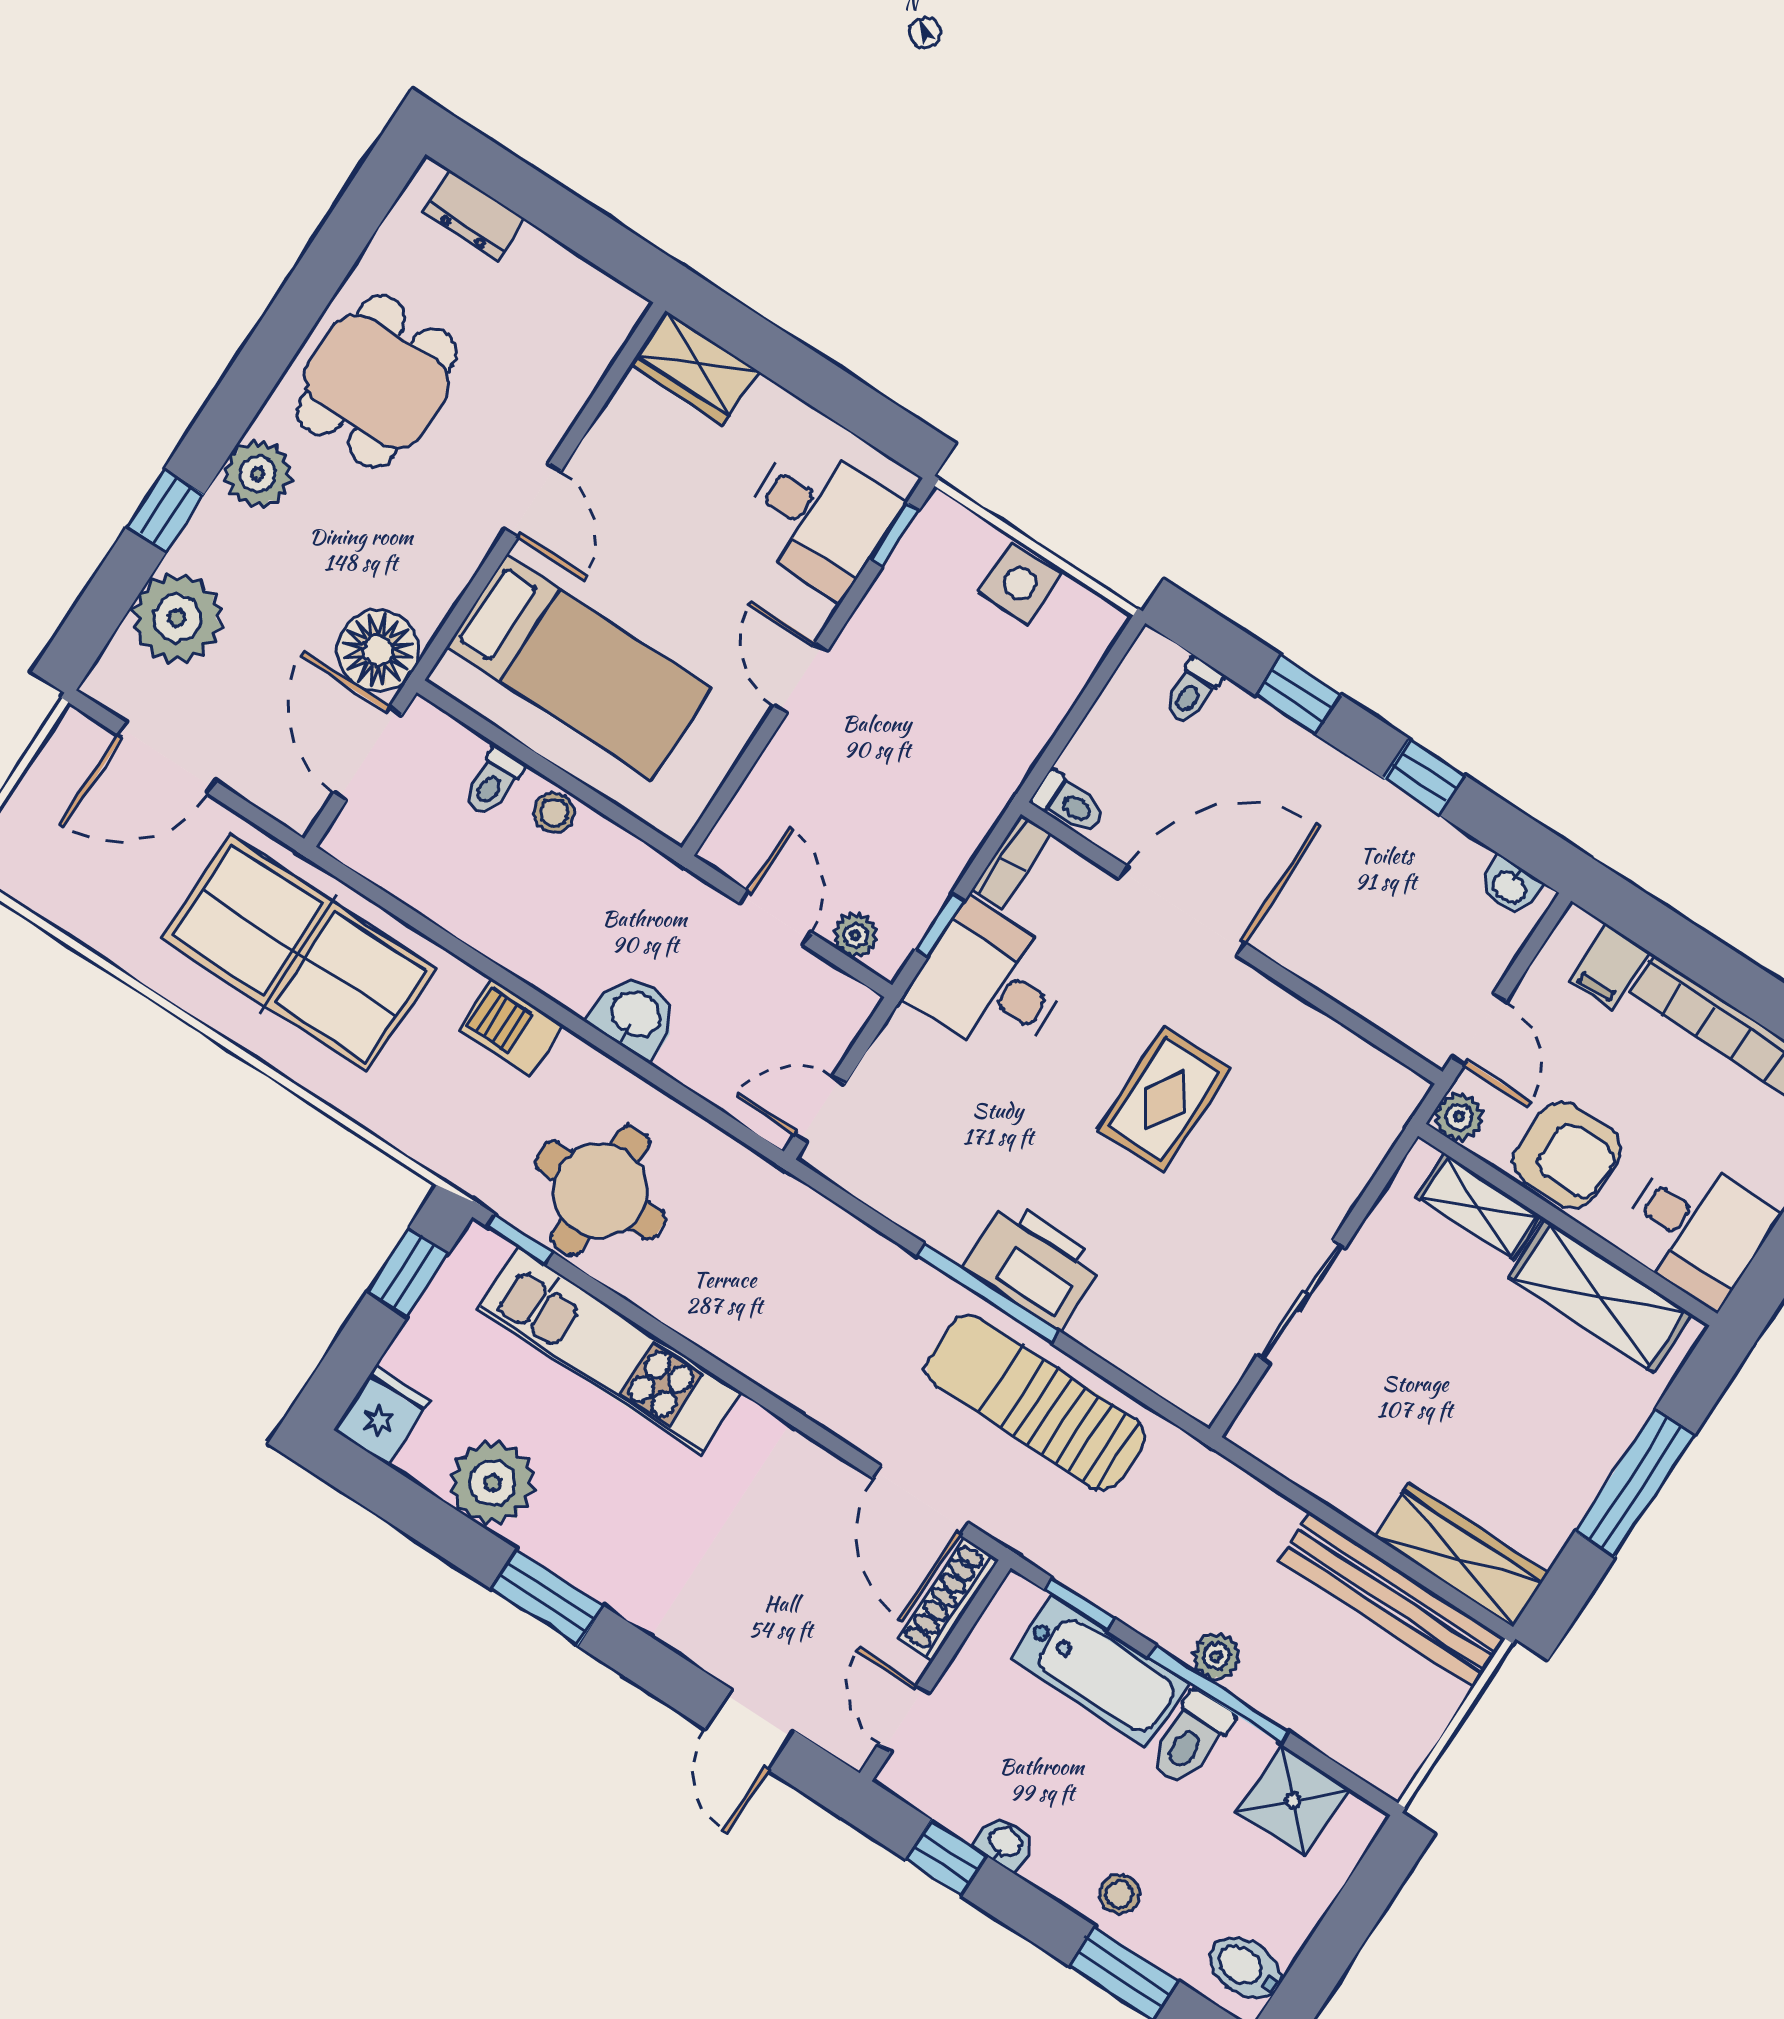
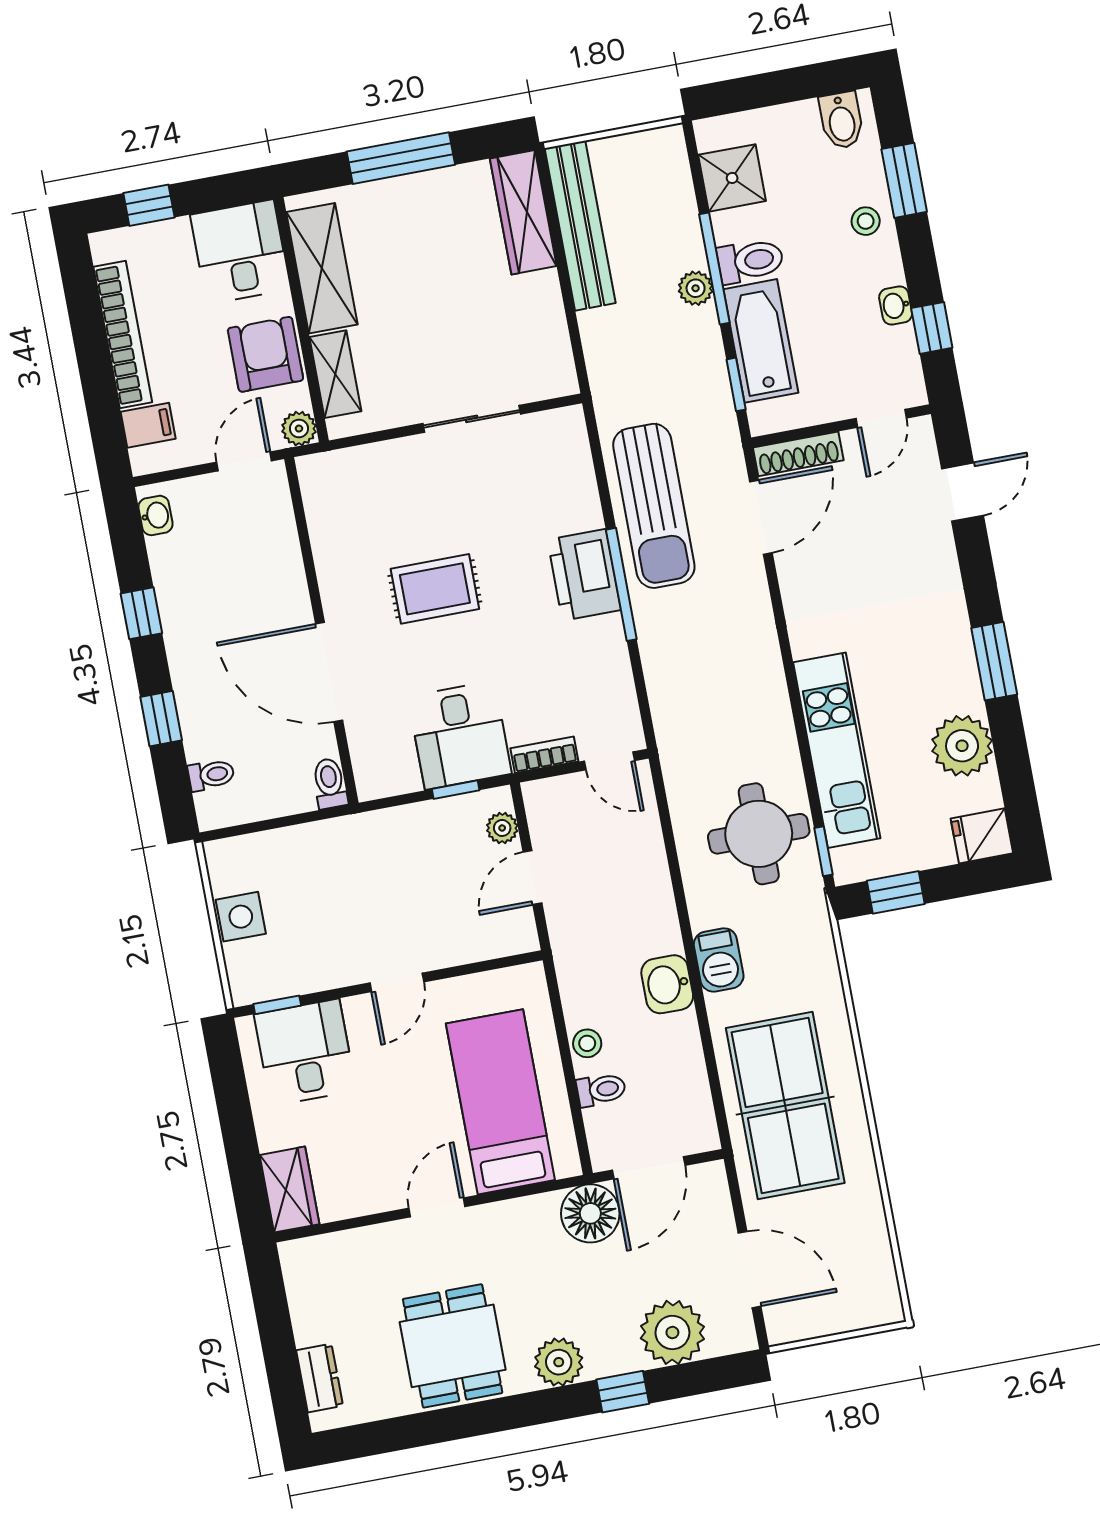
dining table: (377, 382) -> (453, 1346), turned 90
bookcase: (1011, 862) -> (544, 755), moved
washbasin: (635, 1016) -> (667, 984), moved

